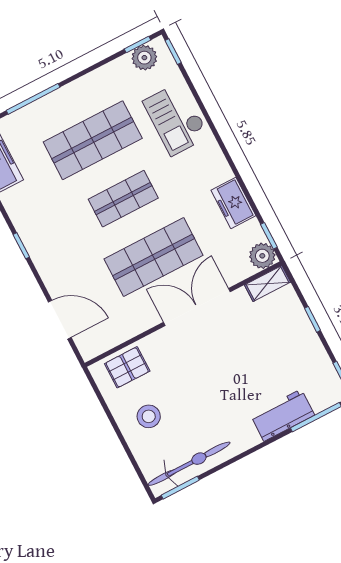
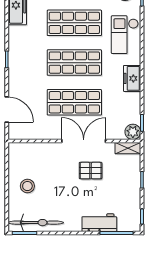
shop shelf: (123, 199) -> (74, 63), width x1.43, depth x1.36
freezer: (233, 203) -> (132, 78), moved
pallet: (127, 367) -> (91, 171), moved

